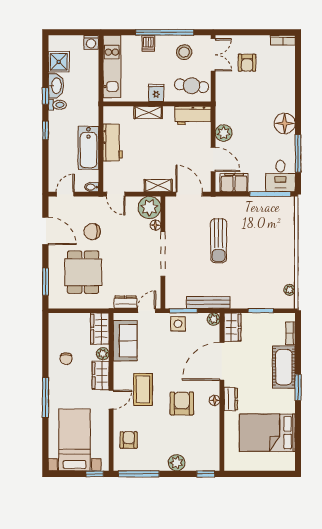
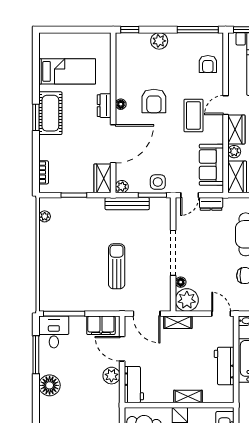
workbench: (193, 115) -> (134, 385), moved, turned 90
cot: (284, 367) -> (50, 113), moved
bed: (267, 433) -> (67, 71), width x0.67

